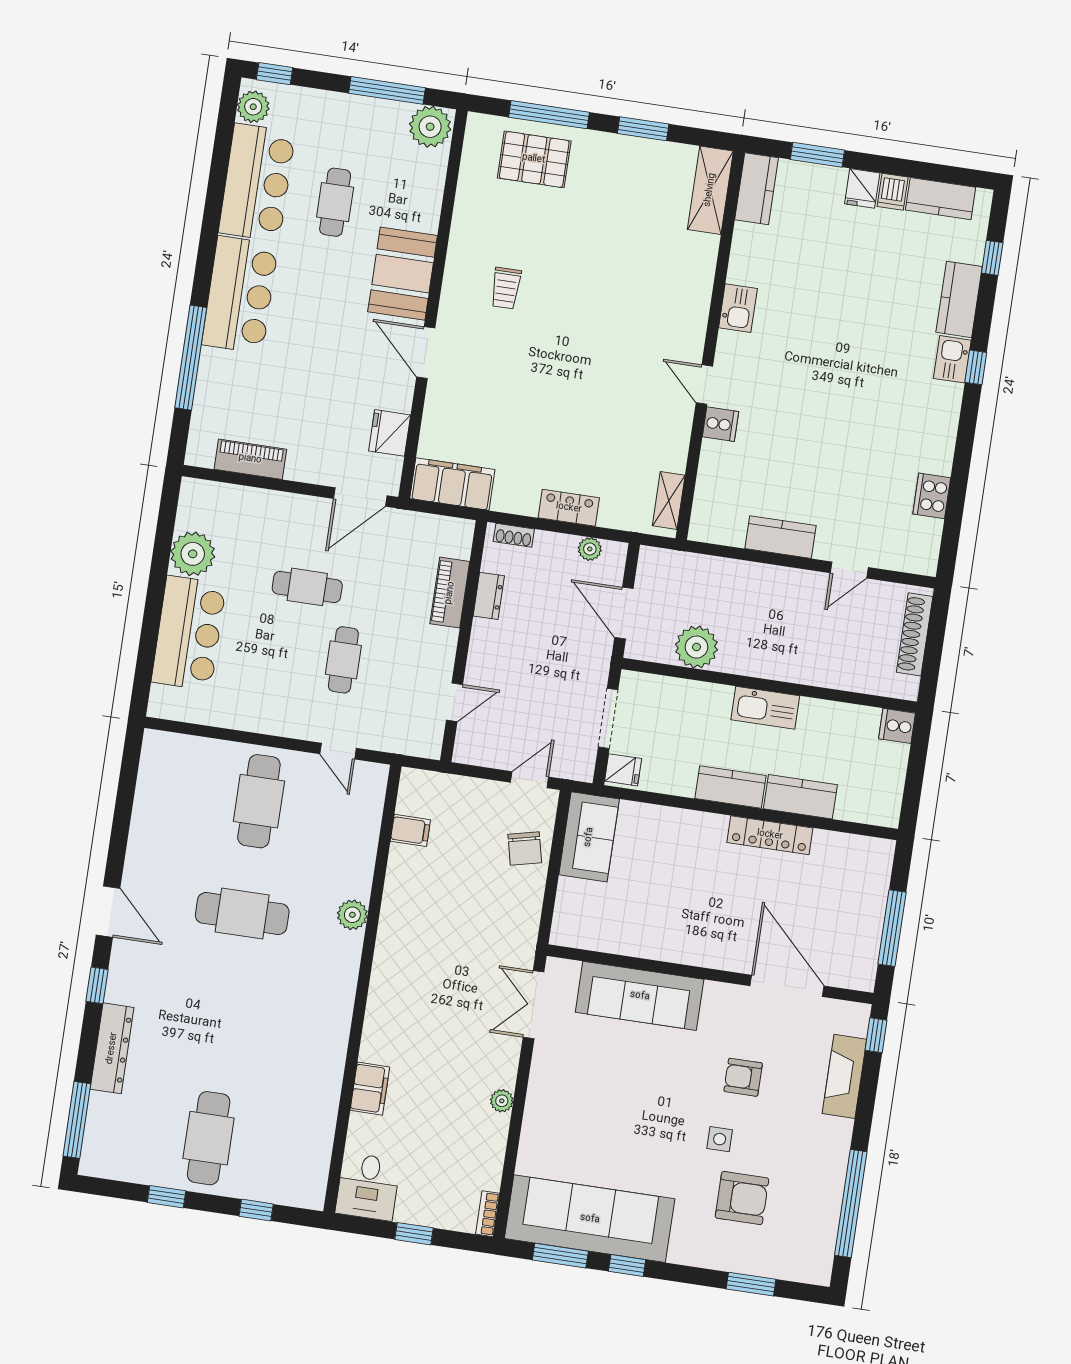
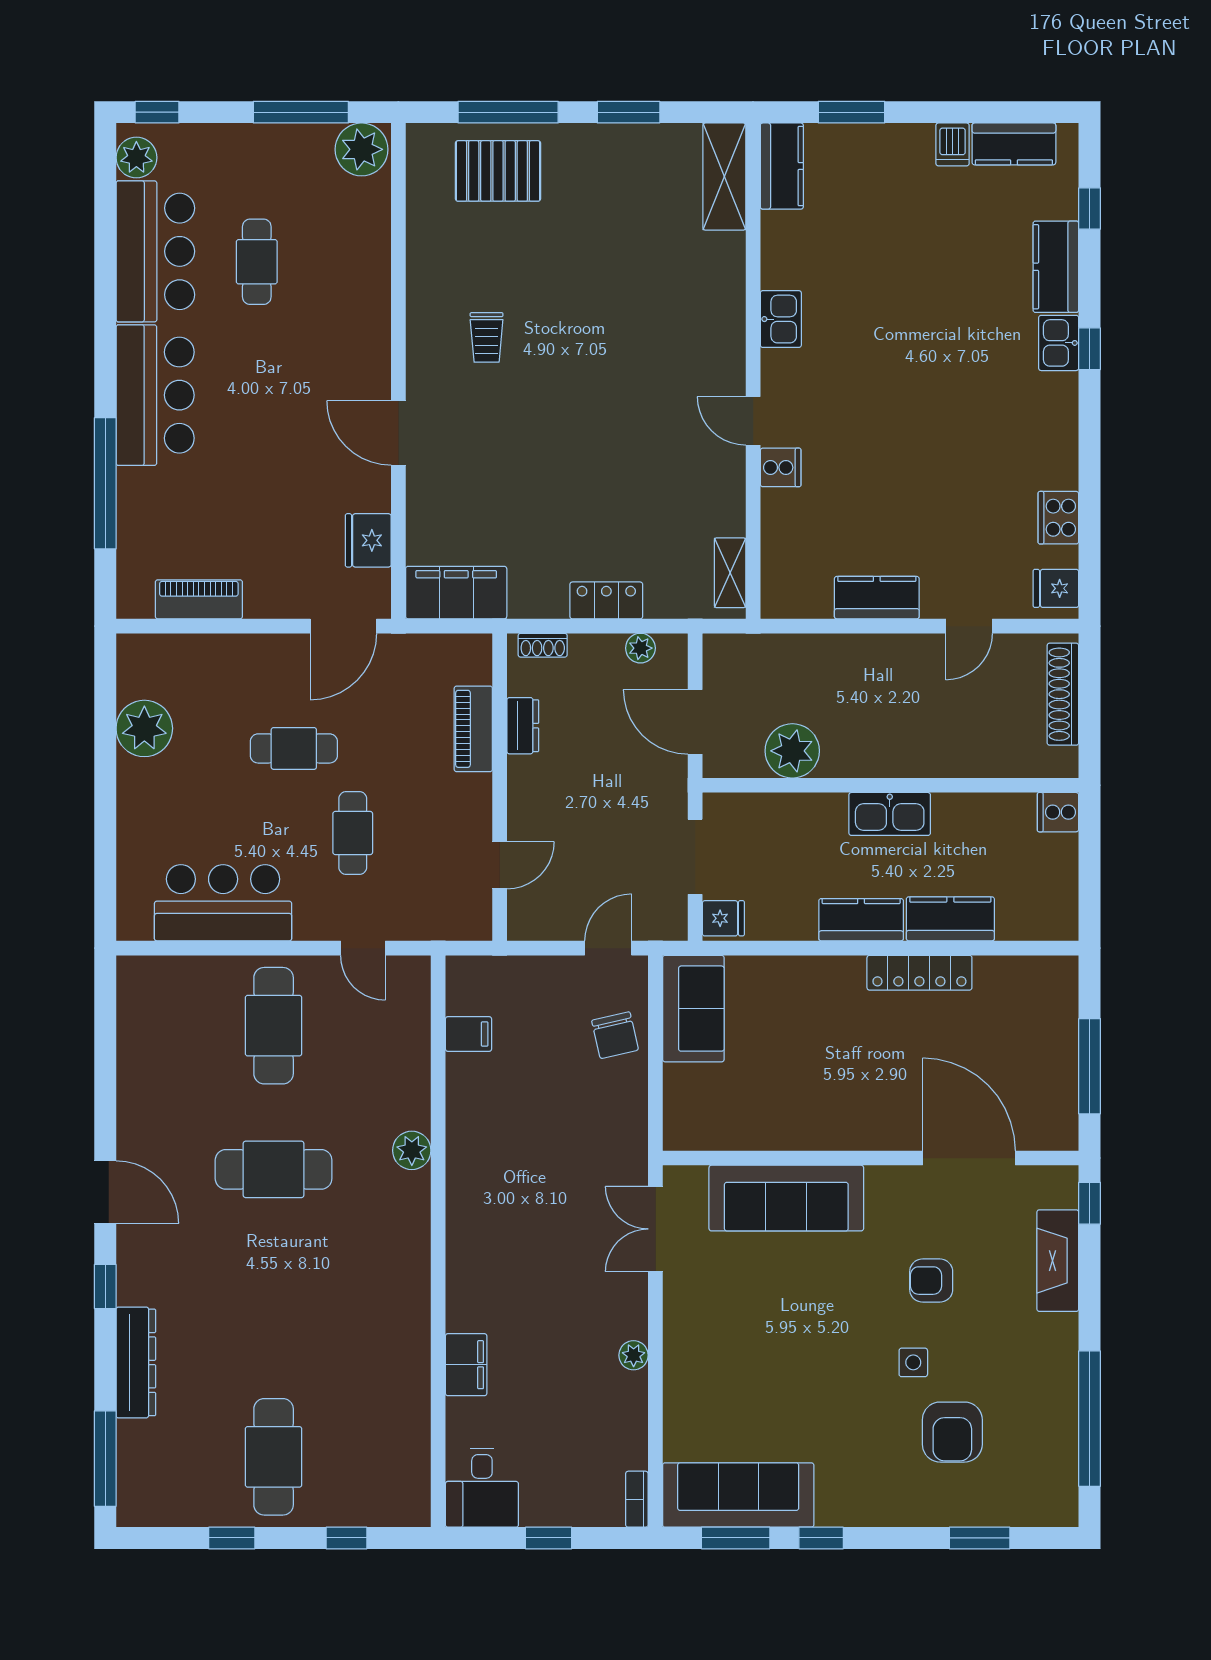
fridge: (862, 188) -> (1056, 588), moved, turned 90
booth: (403, 274) -> (355, 338), removed
bar counter: (189, 633) -> (223, 903), moved, turned -90
armchair: (742, 1198) -> (952, 1432), turned 90
sofa: (590, 1219) -> (738, 1495), width x0.74, depth x0.79

